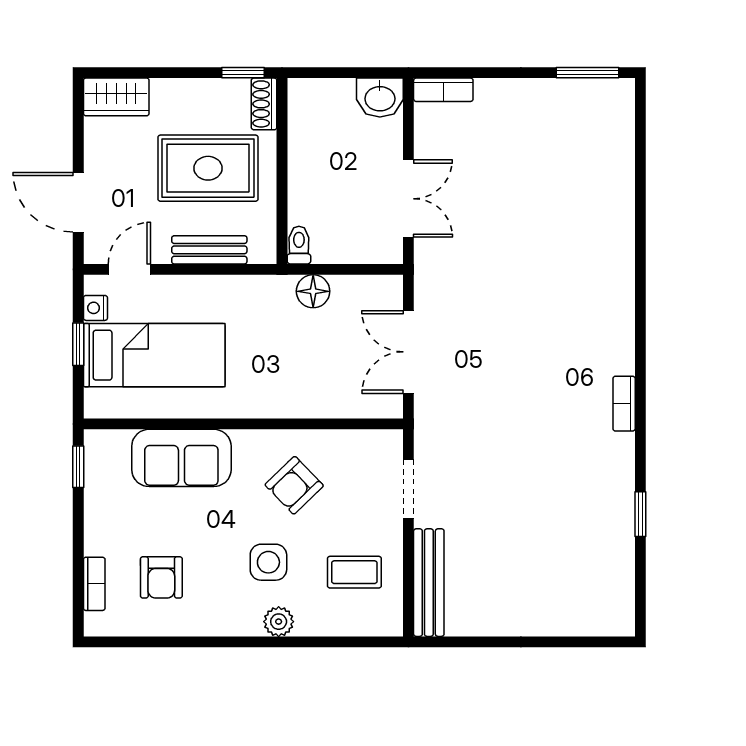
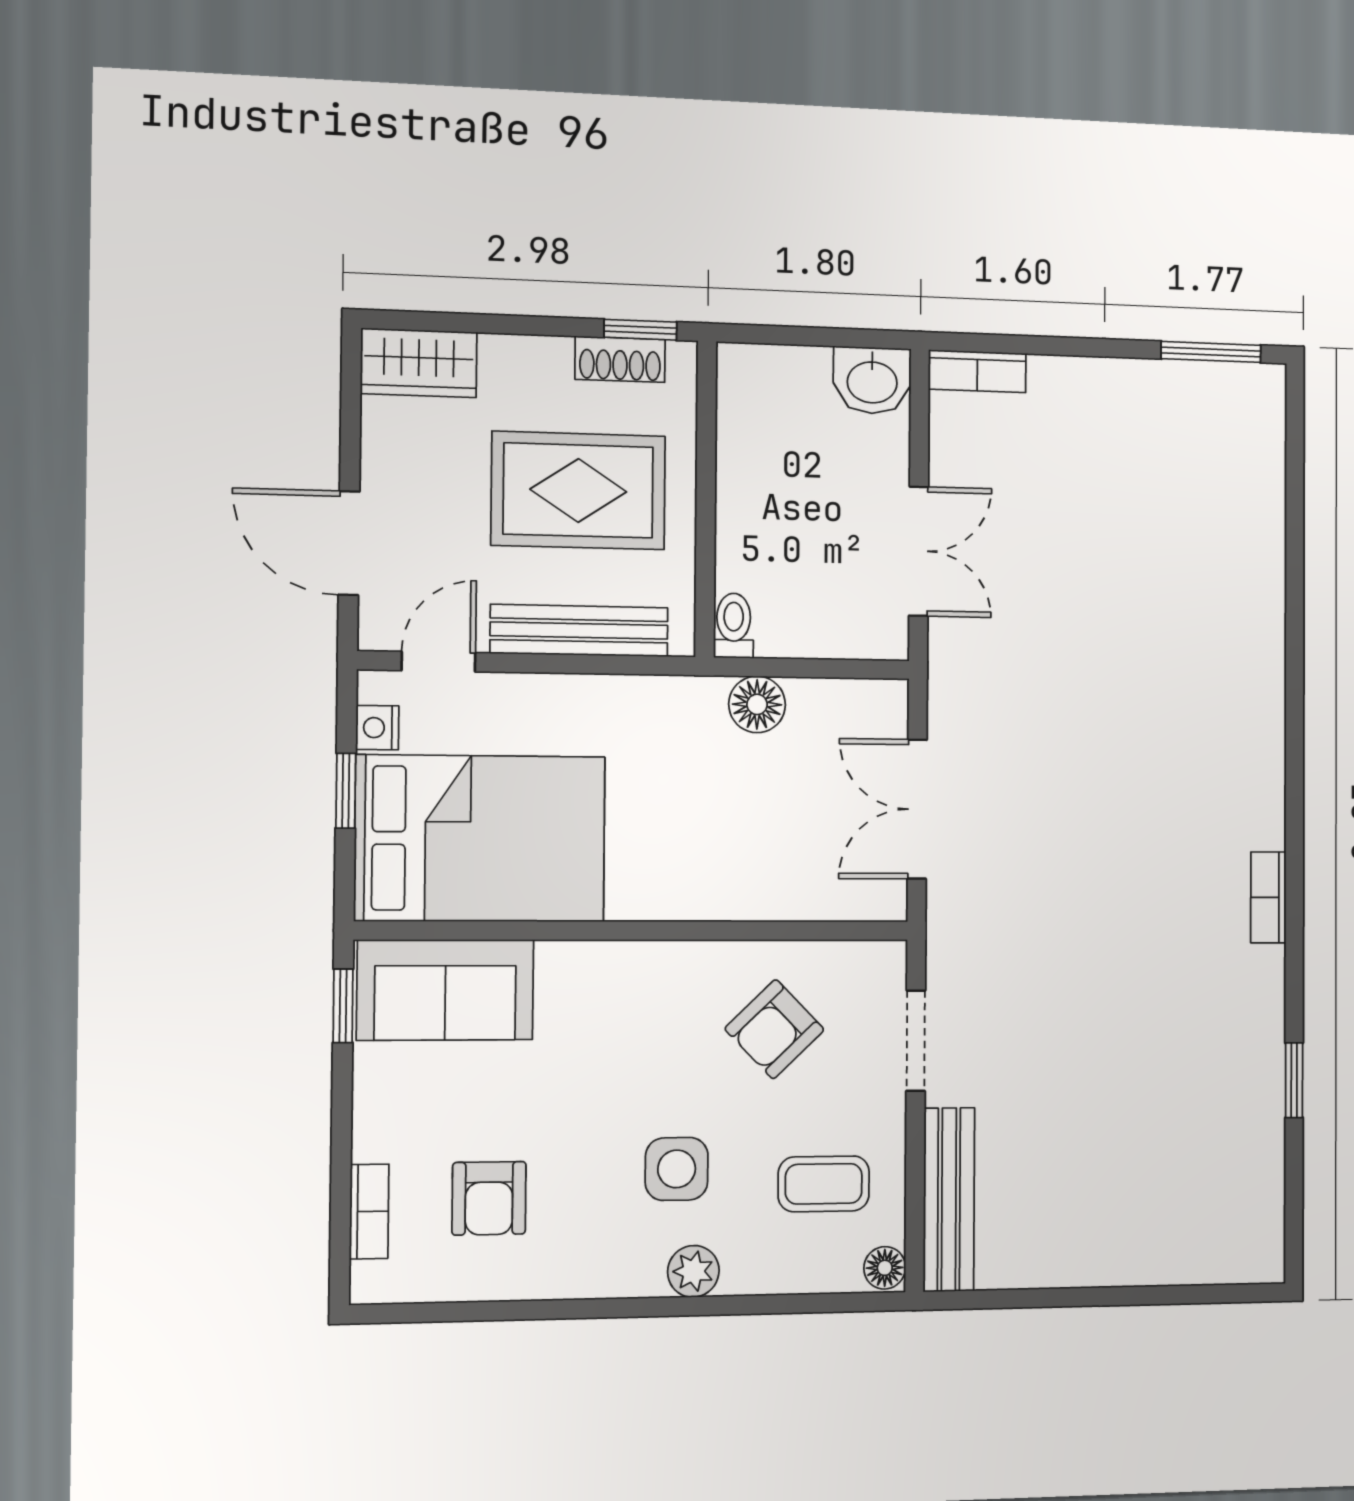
shoe rack: (264, 104) -> (620, 359), moved, turned -90
bench: (209, 250) -> (579, 631), width x1.36
bed: (154, 355) -> (480, 839), width x1.50
sofa: (181, 458) -> (445, 990), moved
armchair: (294, 485) -> (774, 1029), moved
floor lamp: (391, 622) -> (885, 1268), added

